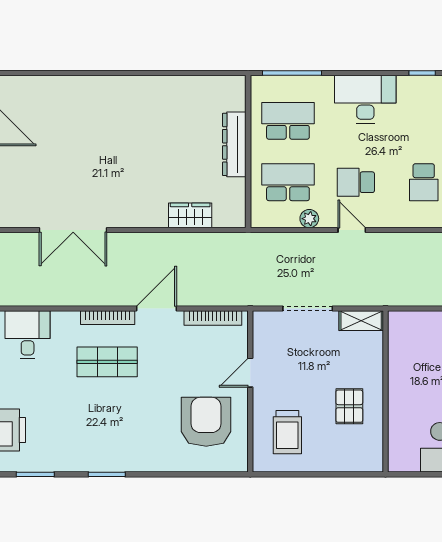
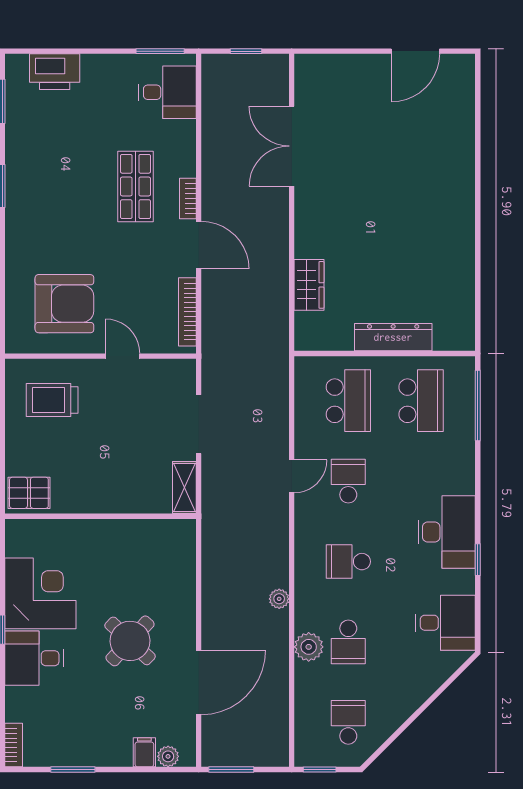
desk: (365, 99) -> (447, 532), moved
plant: (309, 219) -> (305, 426), removed
bookcase: (108, 318) -> (188, 199), width x0.64
pallet: (349, 406) -> (29, 493), moved

